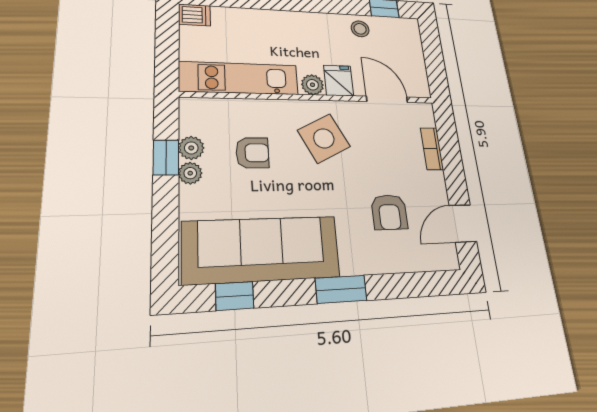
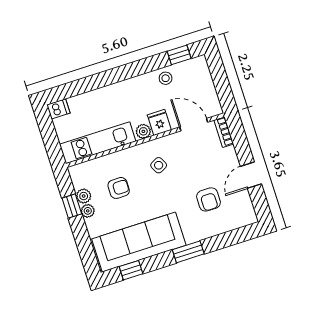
side table: (324, 138) -> (159, 165), width x0.54, depth x0.54
bookcase: (432, 149) -> (224, 132), moved
door: (463, 223) -> (251, 175), moved

